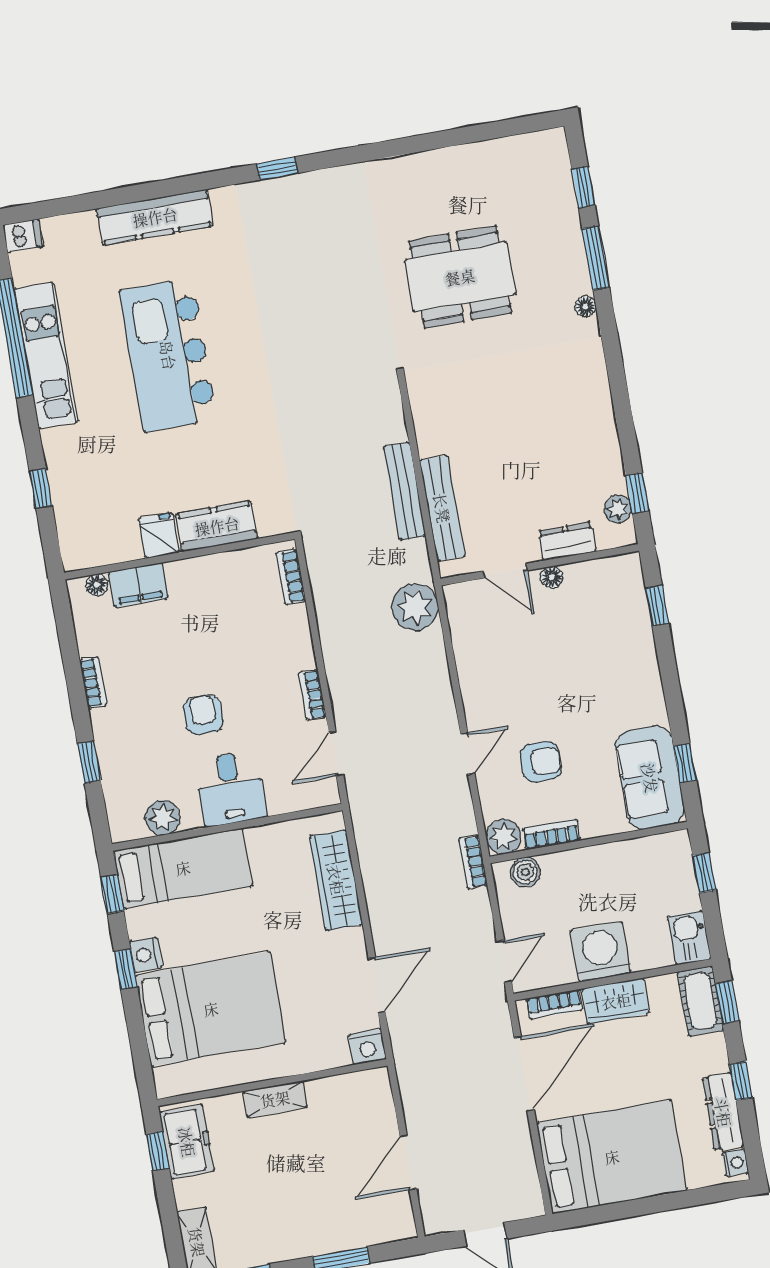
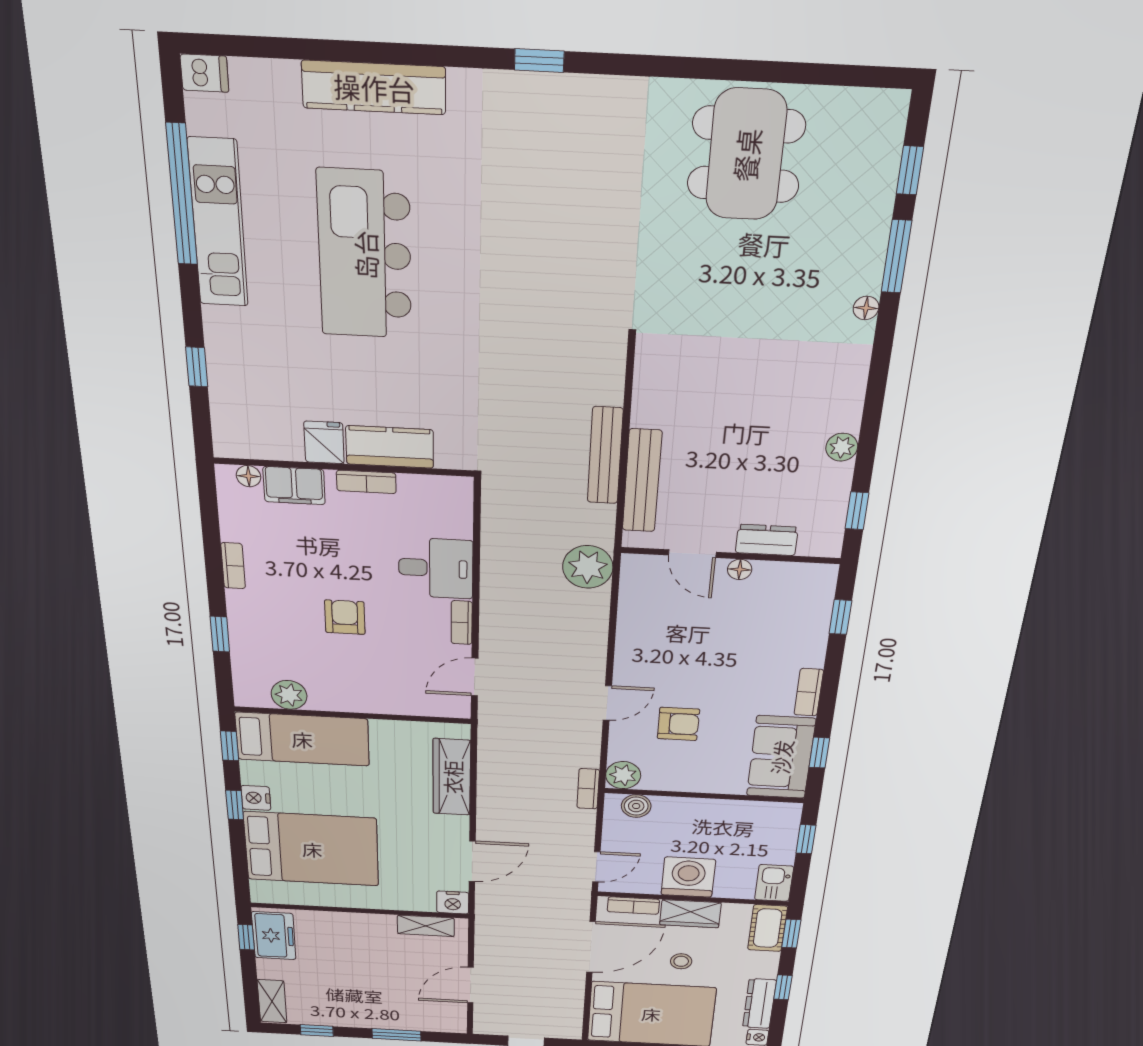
dining table: (460, 277) -> (746, 155), moved, turned 90
plant: (618, 509) -> (842, 447), moved
bookcase: (291, 577) -> (366, 482), moved, turned -90
desk: (231, 789) -> (436, 568), moved, turned -90
bookcase: (551, 835) -> (809, 692), moved, turned -90
stool: (624, 1071) -> (681, 961), added
shelving: (275, 1099) -> (426, 926), moved

